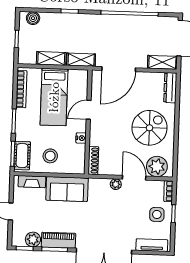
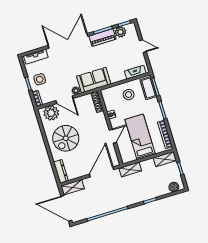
shelving: (51, 58) -> (165, 159), moved
sofa: (67, 189) -> (94, 80), moved

